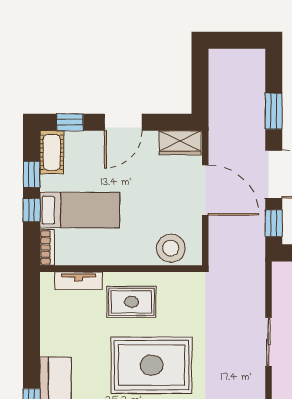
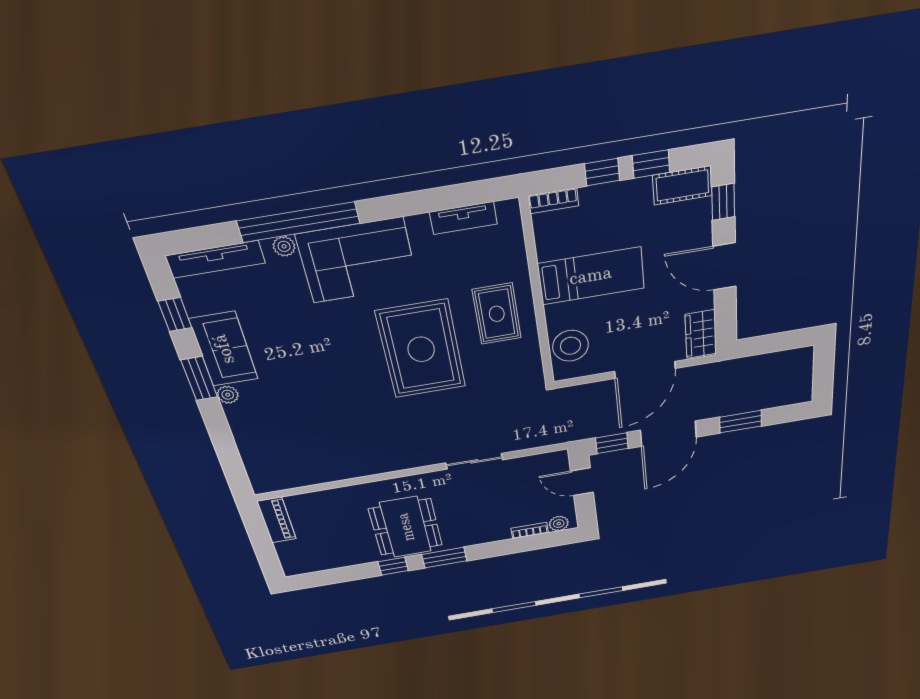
bed: (80, 210) -> (591, 276), moved, turned -90
tv unit: (79, 281) -> (463, 218), moved, turned -90

